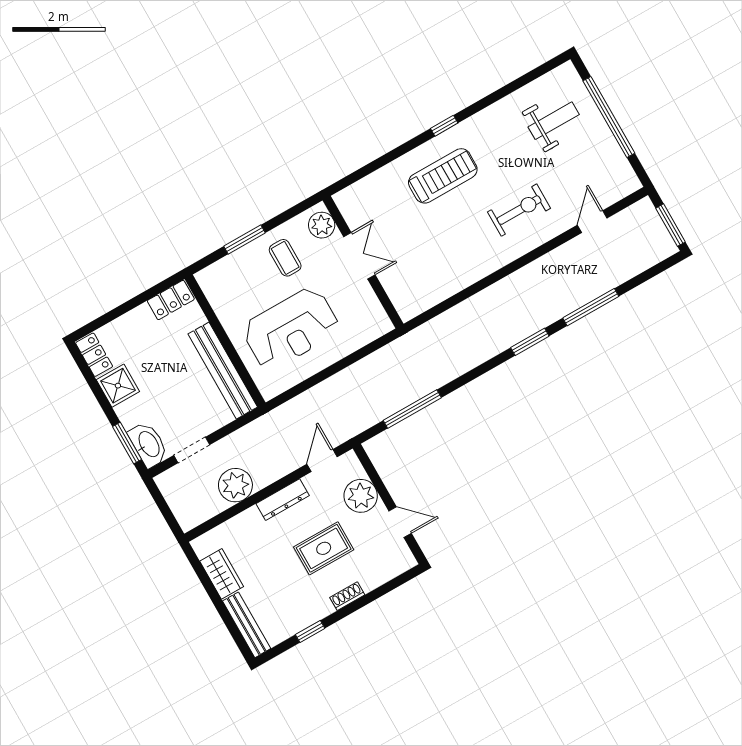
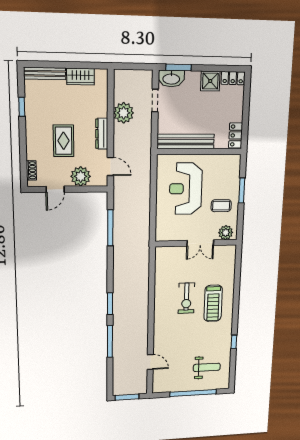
weight bench: (554, 121) -> (207, 367), turned -90
window: (444, 126) -> (234, 342), moved
exercise bike: (519, 210) -> (186, 298), moved
shoe rack: (347, 596) -> (31, 170), moved

